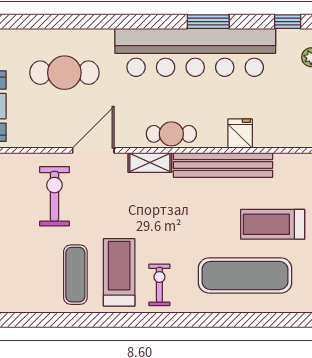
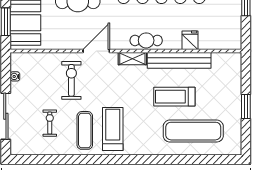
treadmill: (273, 224) -> (174, 97), moved
exercise bike: (159, 285) -> (50, 123), moved

